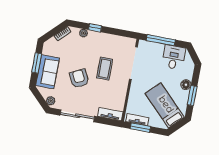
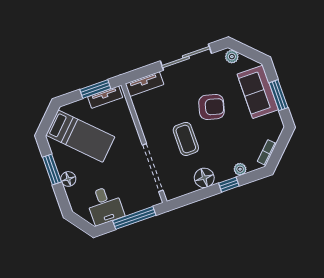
floor lamp: (107, 40) -> (204, 178), added
armchair: (79, 78) -> (212, 107), turned -48

